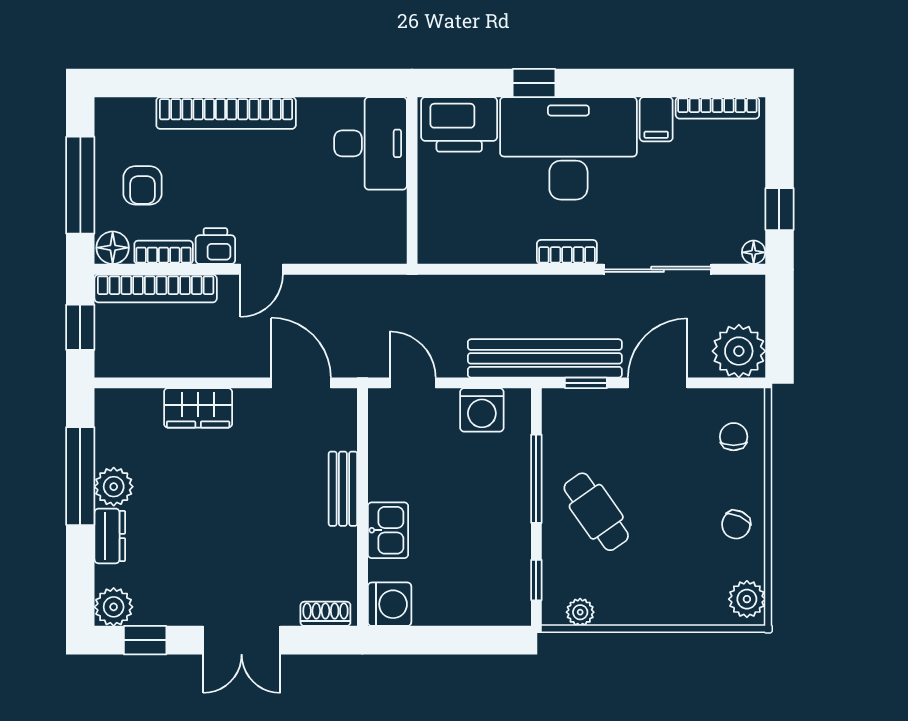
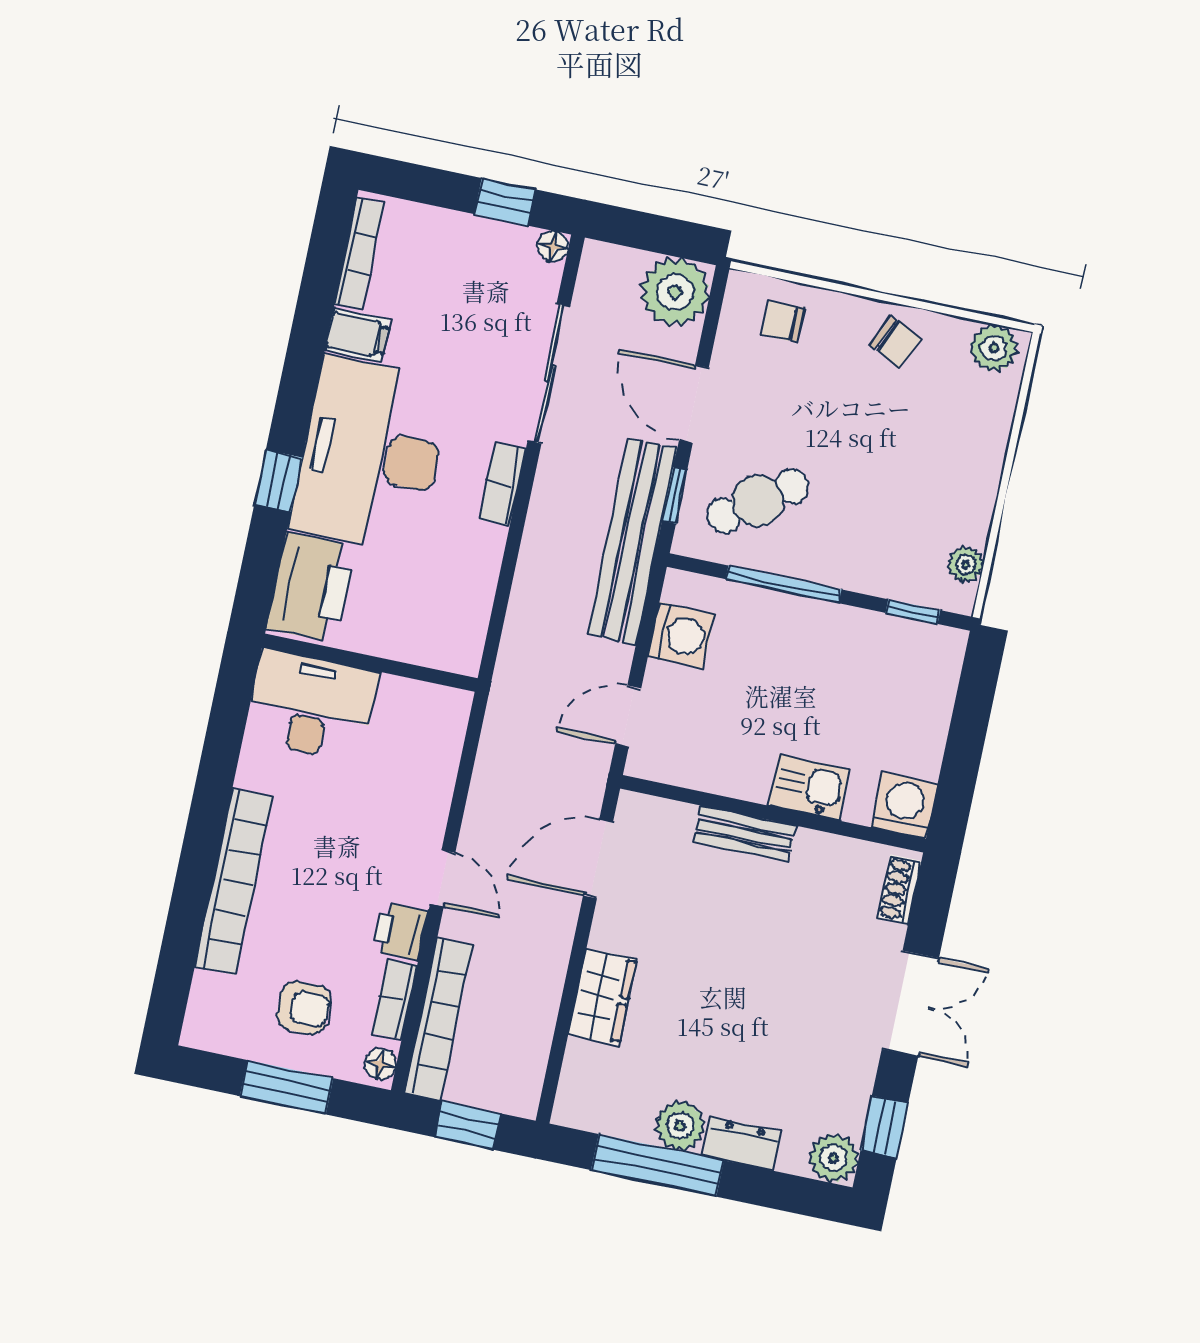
window: (80, 185) -> (287, 1087), width x0.69
floor lamp: (113, 248) -> (381, 1064), width x0.73, depth x0.73
cafe table: (596, 512) -> (758, 501), moved

